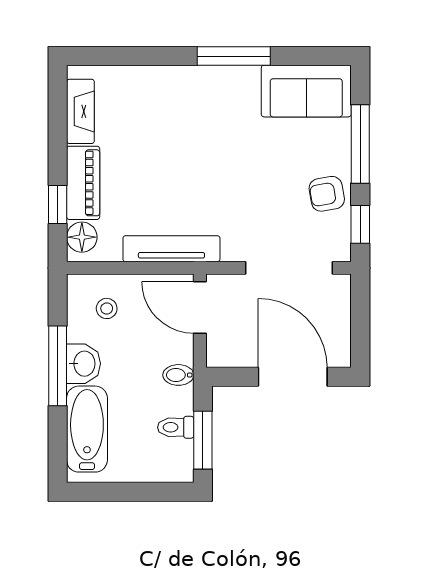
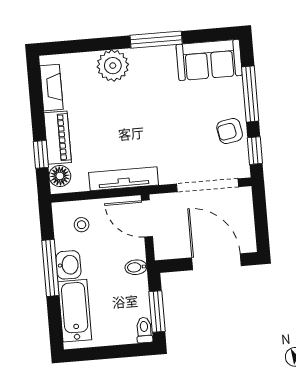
plant: (170, 88) -> (113, 66), added
toilet: (176, 427) -> (144, 330), moved, turned 90

